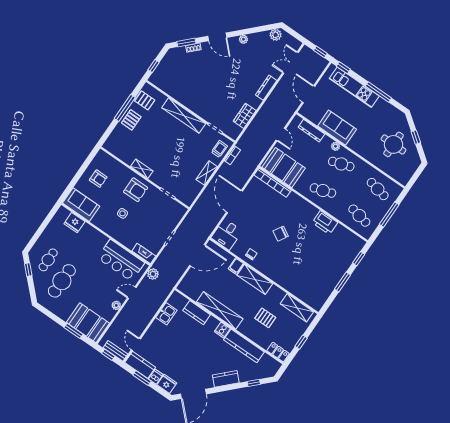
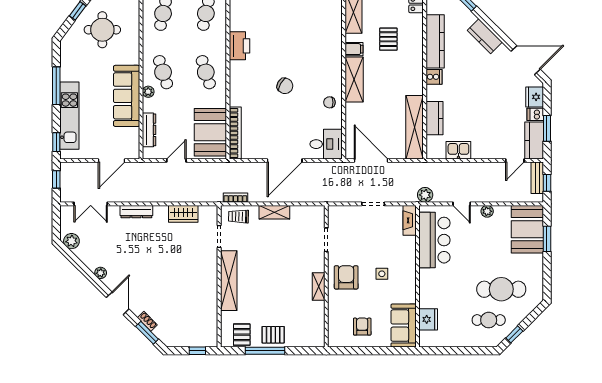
sofa: (337, 128) -> (127, 96), width x1.36
filing cabinet: (236, 266) -> (354, 49), moved
shelving: (220, 310) -> (415, 127), moved

